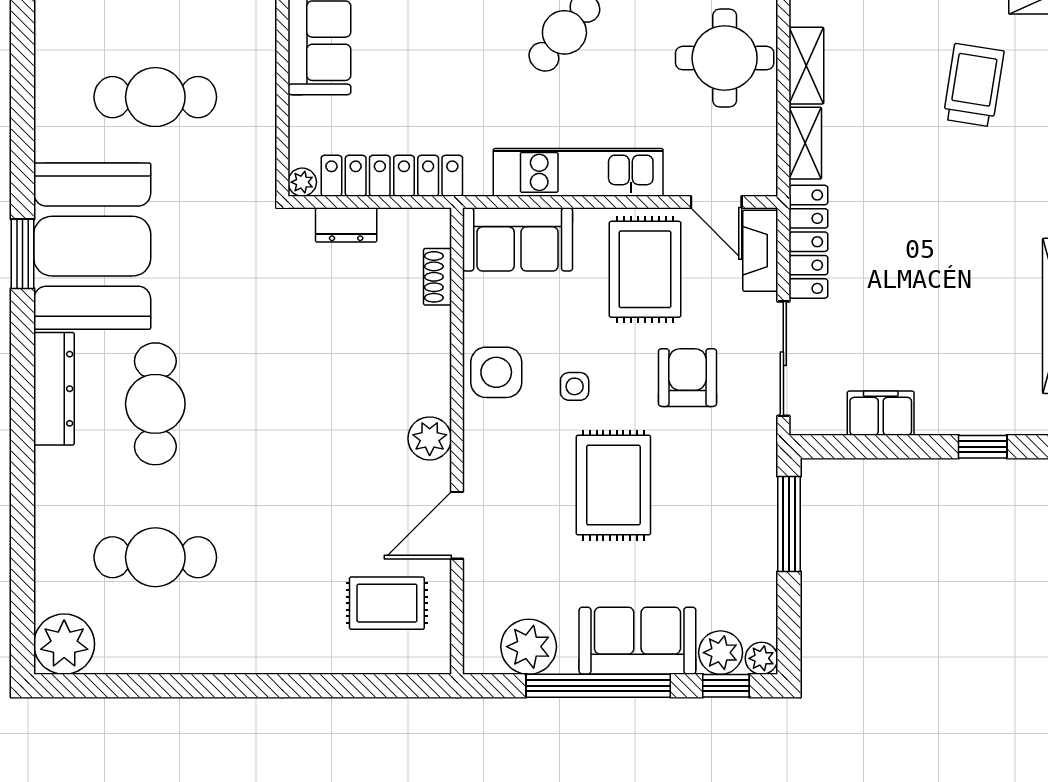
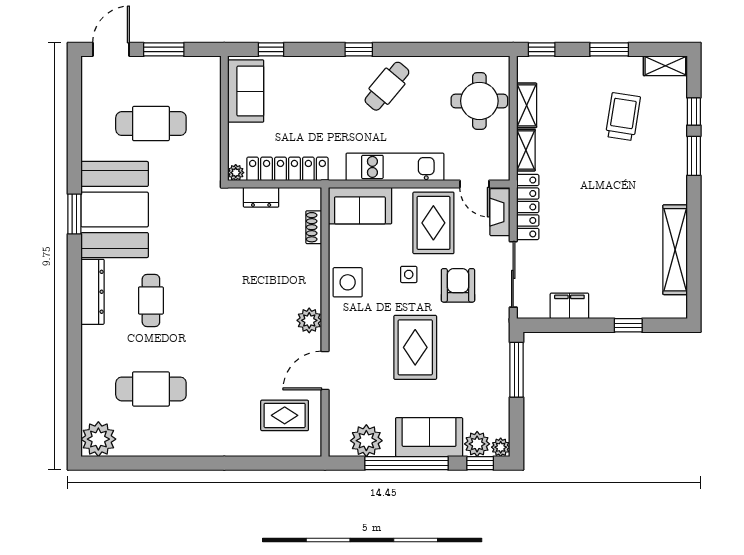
side table: (575, 386) -> (409, 274), moved
cafe table: (155, 404) -> (151, 300), width x0.73, depth x0.74

